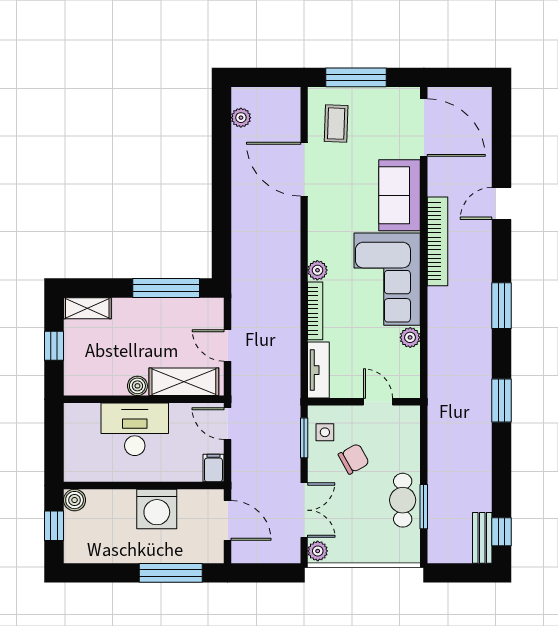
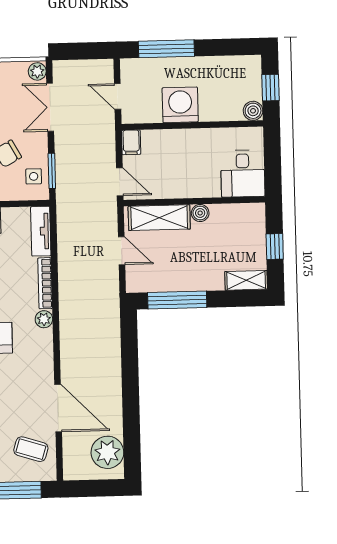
plant: (241, 118) -> (107, 452), width x1.88, depth x1.88
coffee table: (336, 124) -> (31, 449), turned -75
desk: (135, 429) -> (243, 174), moved, width x0.73
door: (228, 520) -> (118, 96), width x0.73

